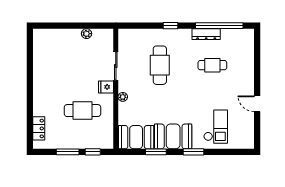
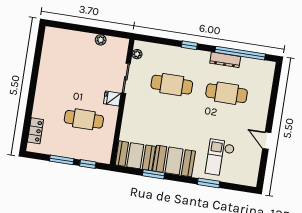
cafe table: (160, 65) -> (172, 85), turned 90
cafe table: (212, 65) -> (227, 93), width x1.37, depth x1.35
plant: (123, 97) -> (137, 54), moved
checkout: (216, 127) -> (220, 158), turned 180
window: (193, 152) -> (209, 183), moved

